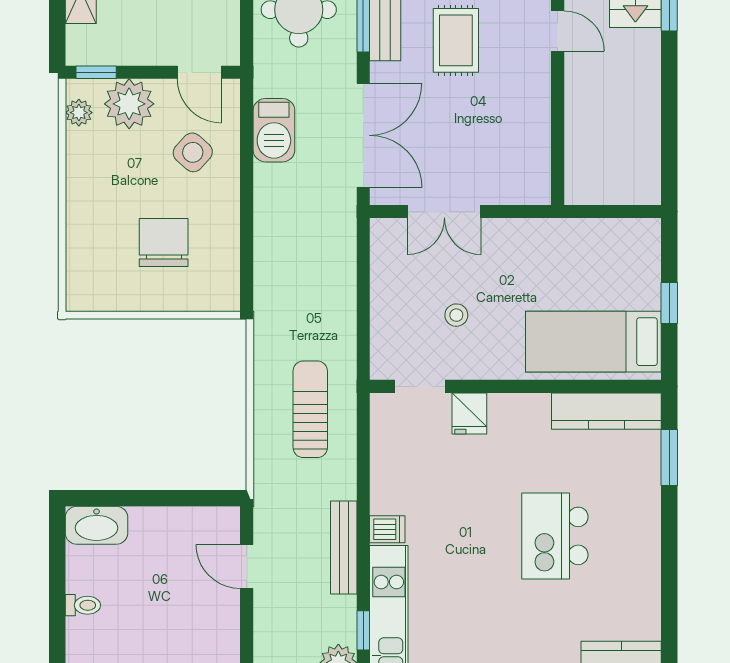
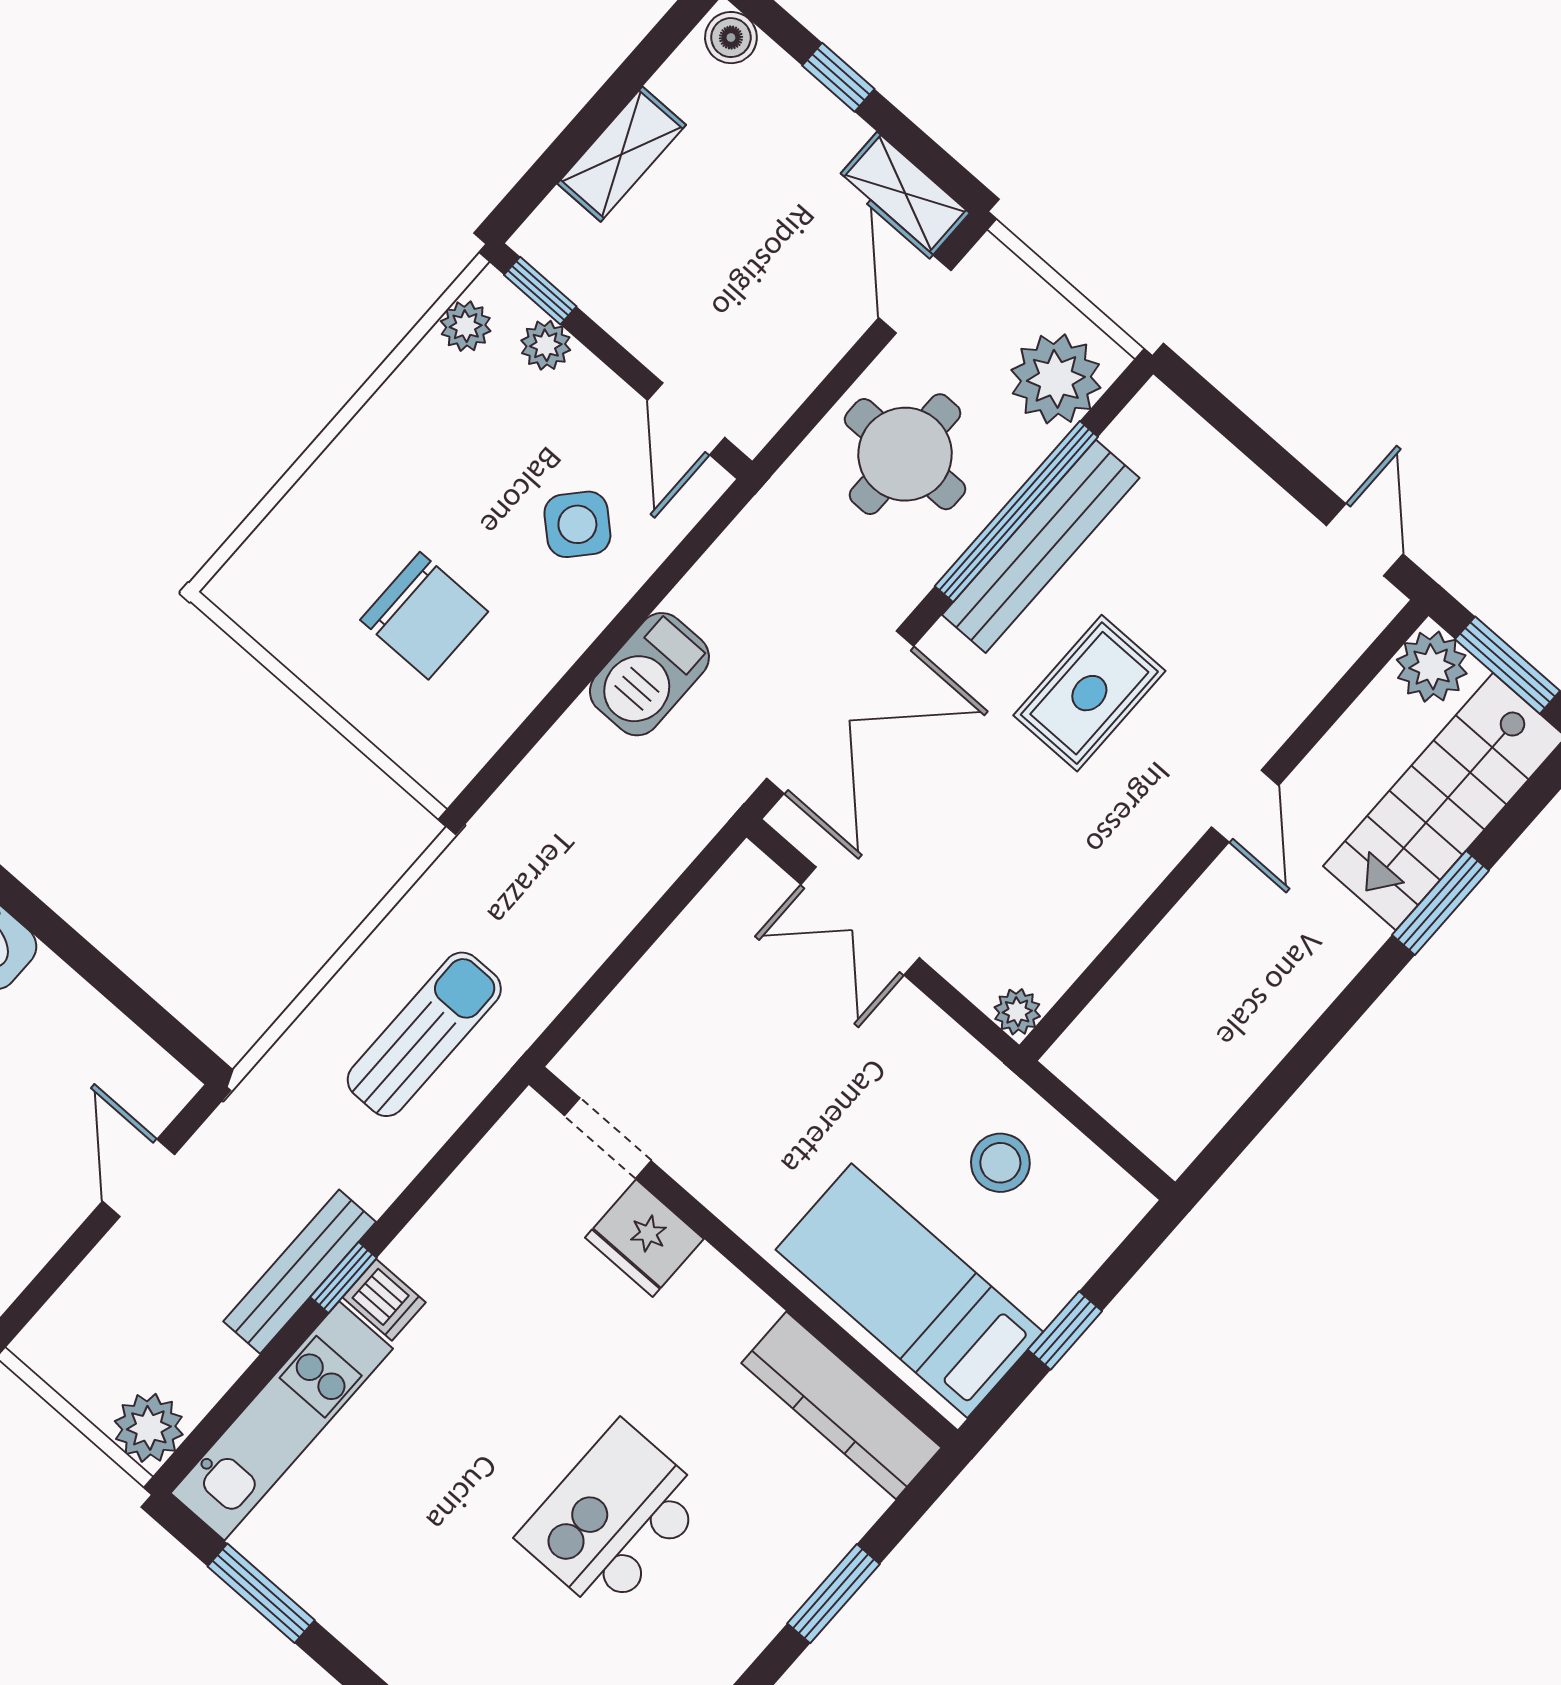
plant: (129, 104) -> (546, 345), width x0.53, depth x0.53
barbecue: (274, 130) -> (649, 674), moved
plant: (539, 193) -> (1017, 1012), added
chair: (164, 242) -> (424, 616), turned 90
stool: (456, 315) -> (1000, 1163), moved, width x1.37, depth x1.37
fridge: (469, 413) -> (644, 1238), width x1.38
window: (669, 457) -> (834, 1594), moved
window: (363, 630) -> (344, 1278), moved

